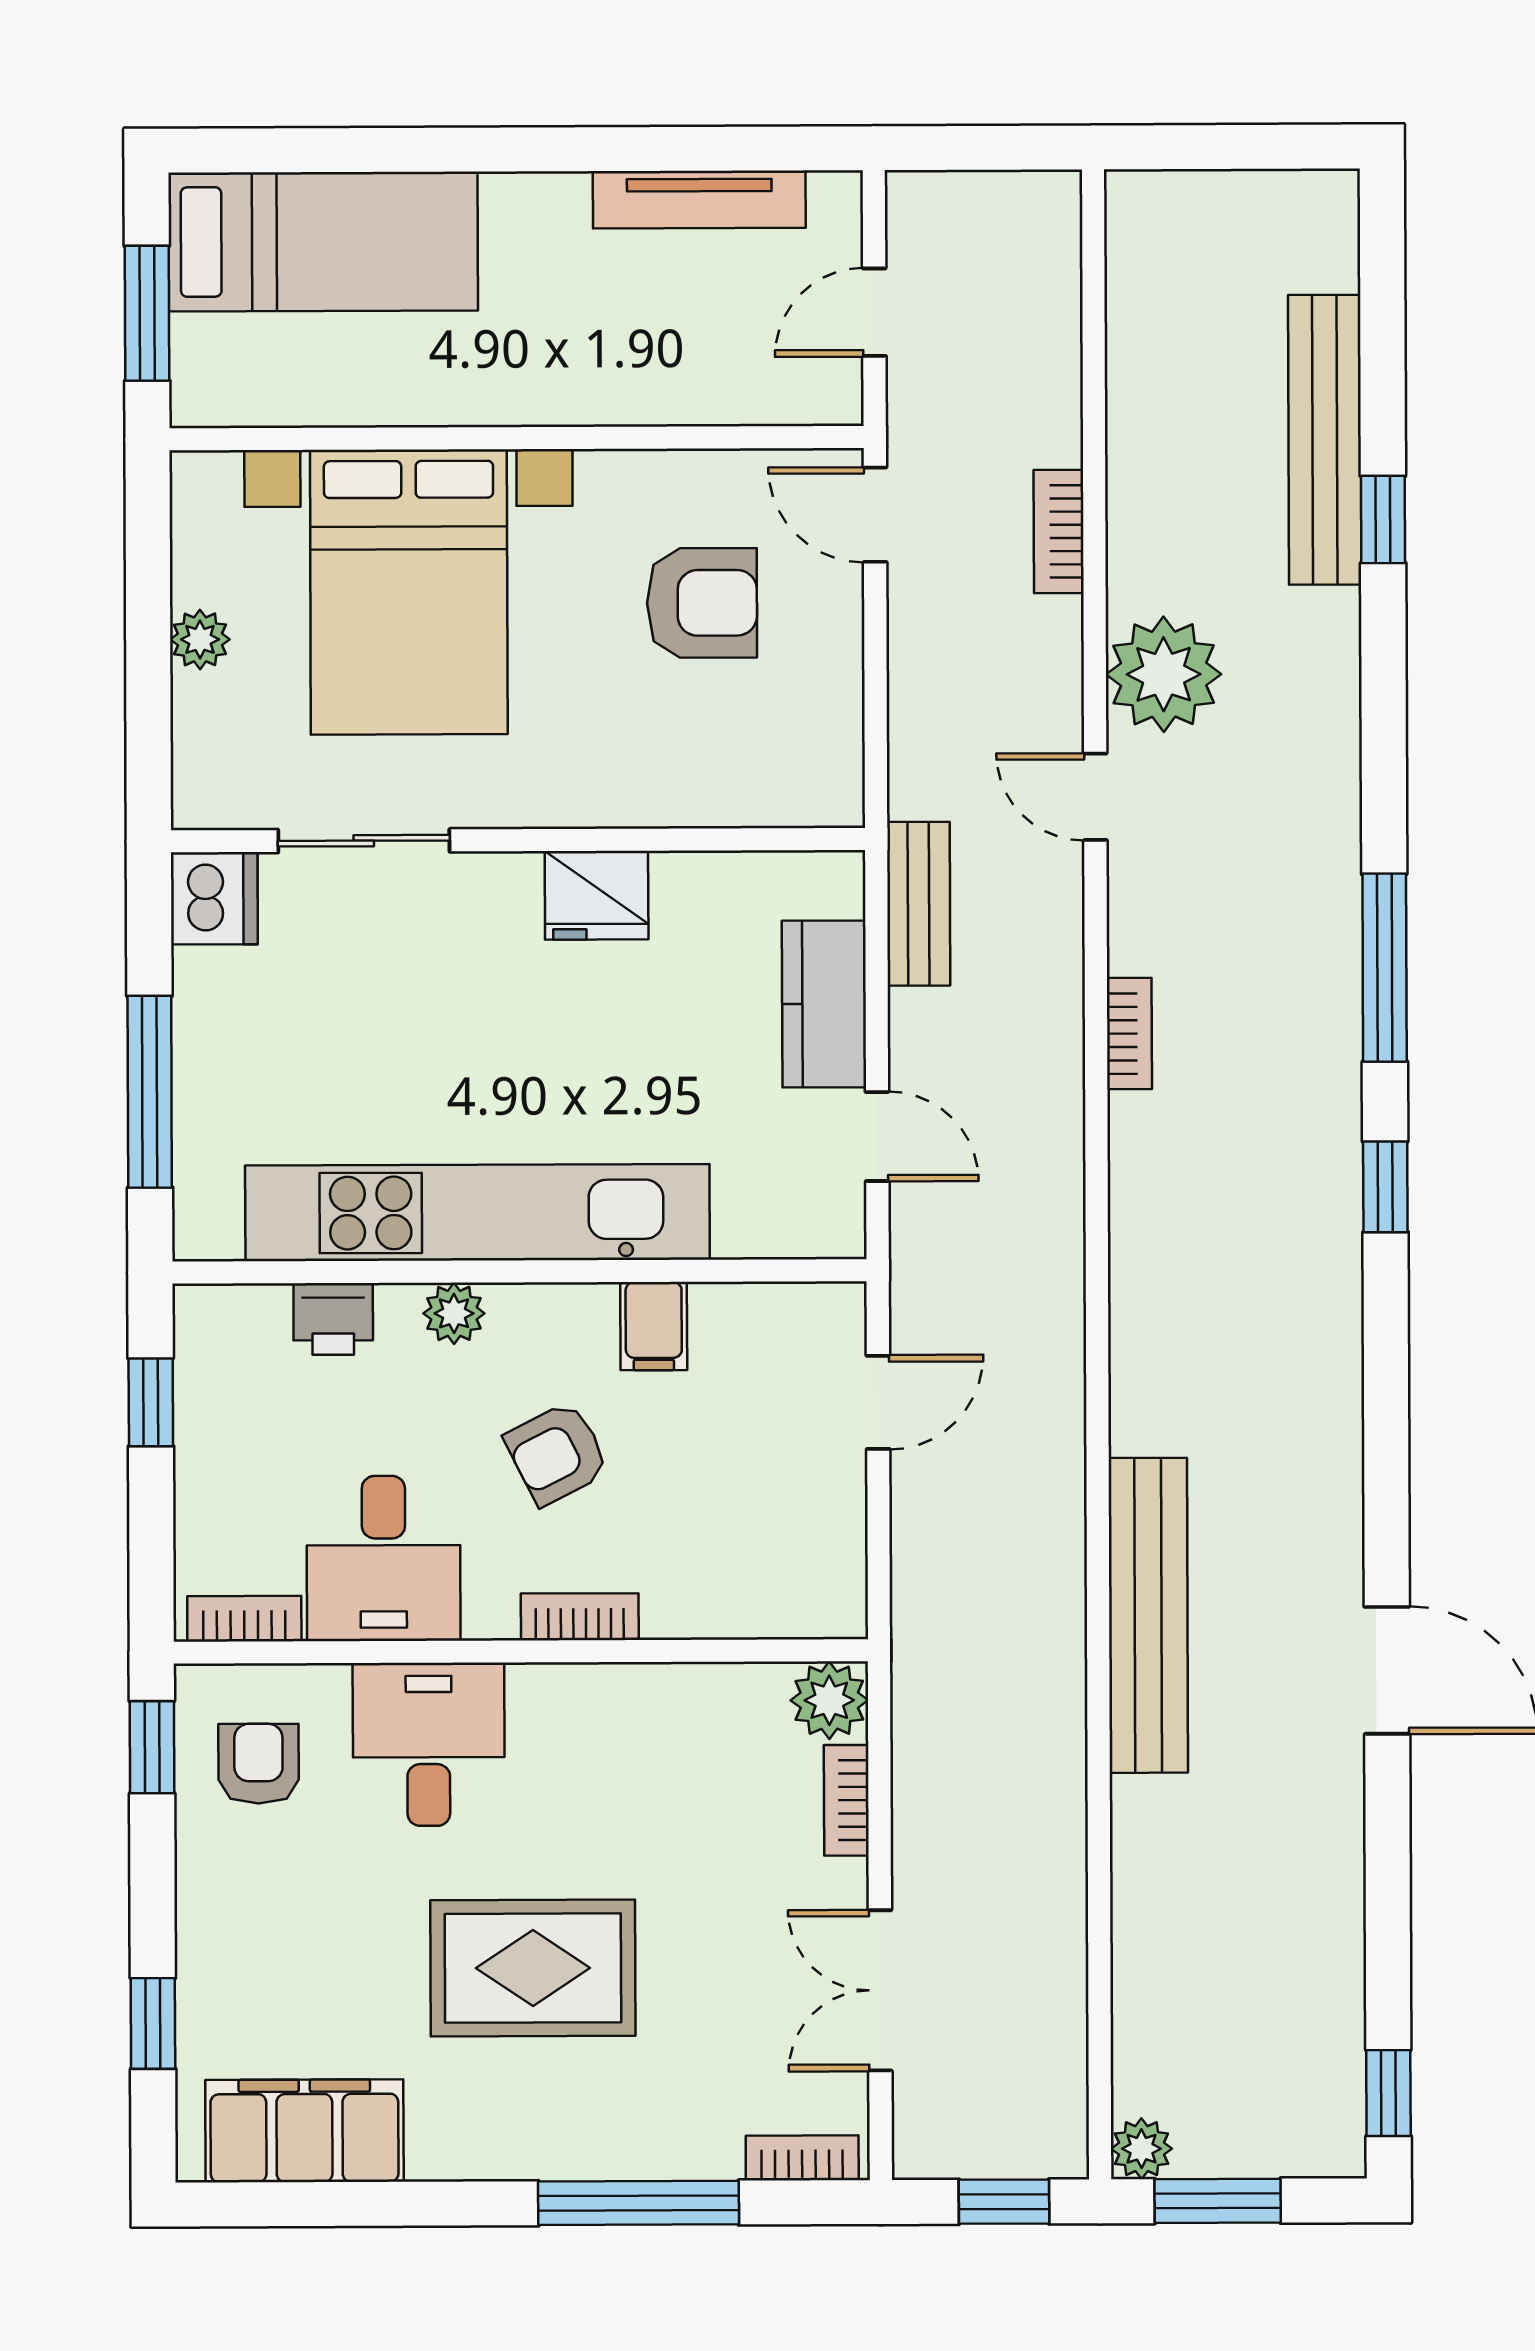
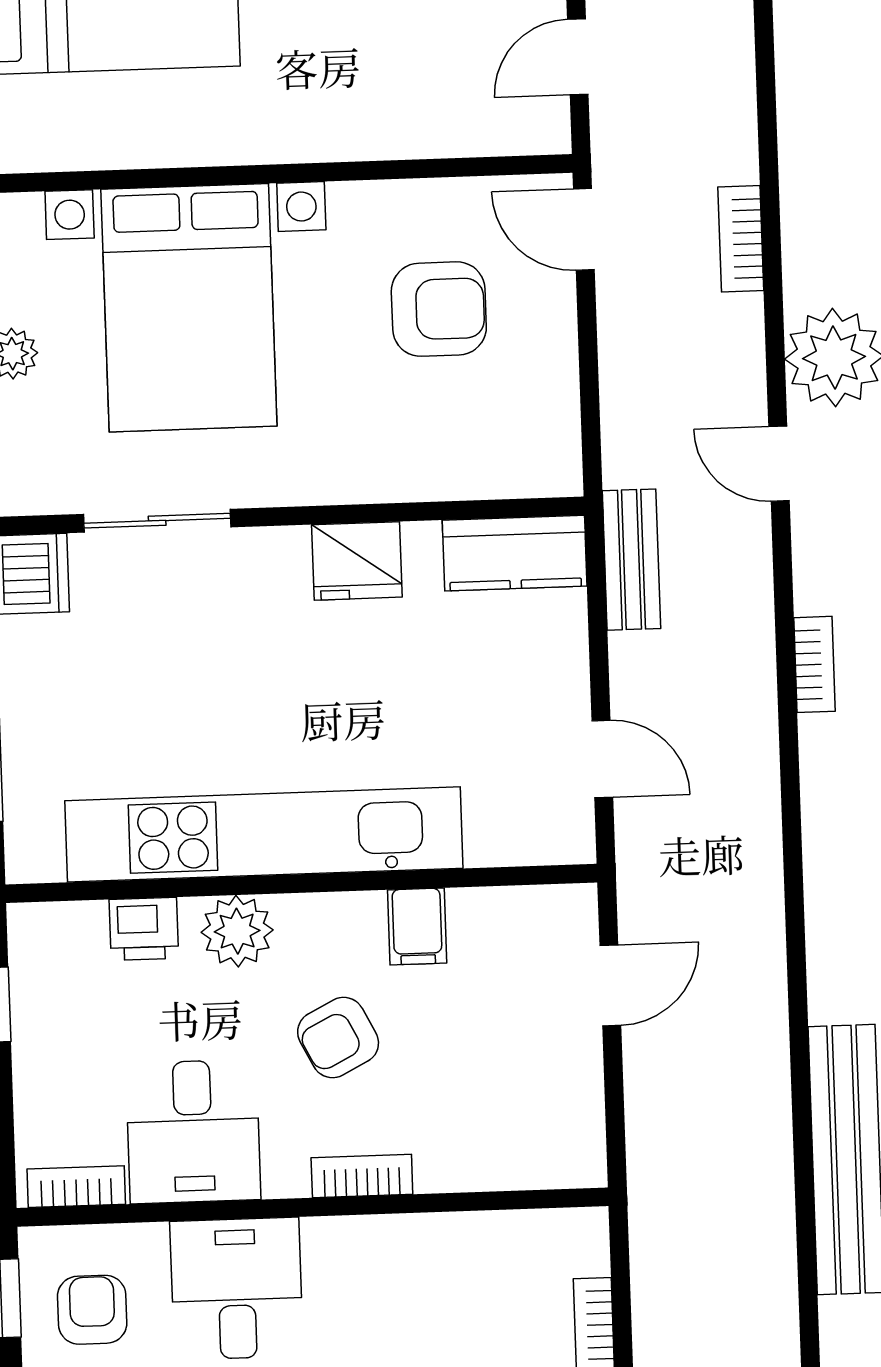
kitchen counter: (824, 1004) -> (515, 553), moved, turned -90
plant: (454, 1313) -> (237, 931), width x1.38, depth x1.38
plant: (829, 1700) -> (577, 1240), removed

